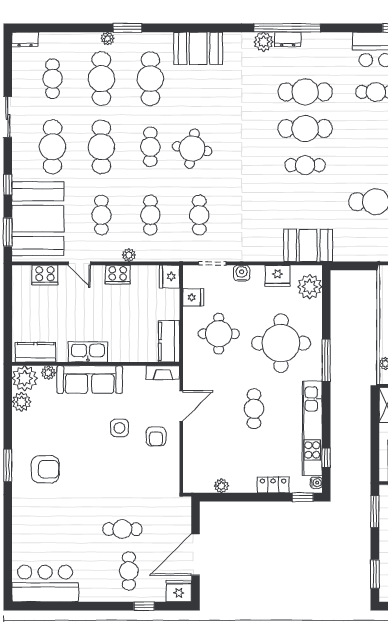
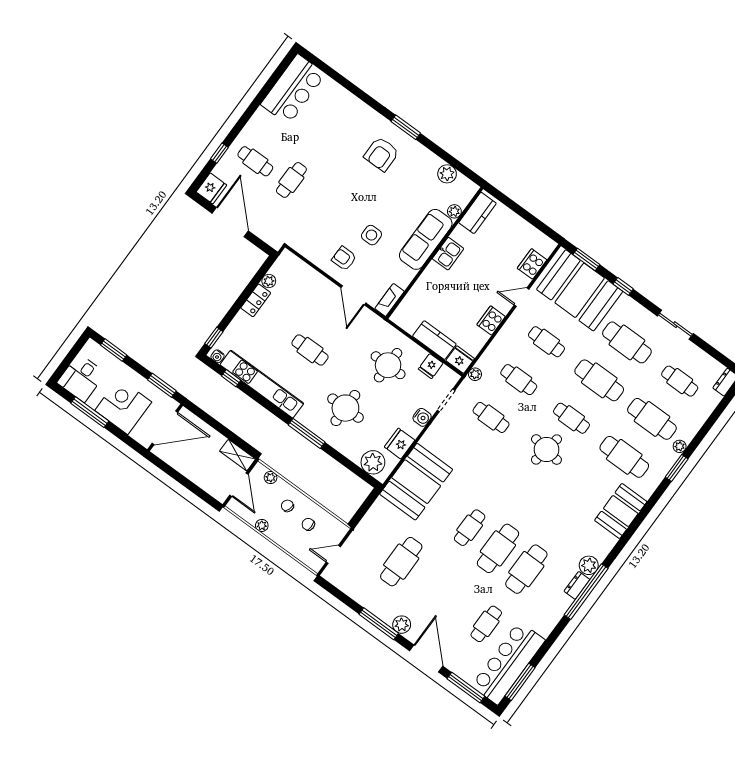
booth: (308, 245) -> (416, 482), width x1.36, depth x1.42
plant: (129, 255) -> (475, 374), moved
kitchen counter: (169, 341) -> (434, 340), moved
round table: (281, 343) -> (345, 408), width x0.73, depth x0.73
kitchen sink: (88, 352) -> (448, 254), width x0.73
plant: (25, 378) -> (464, 190), removed
locker: (273, 485) -> (256, 300), moved

